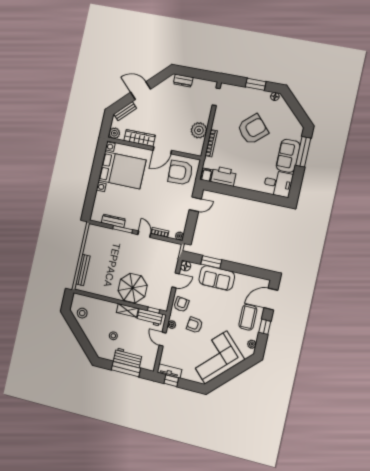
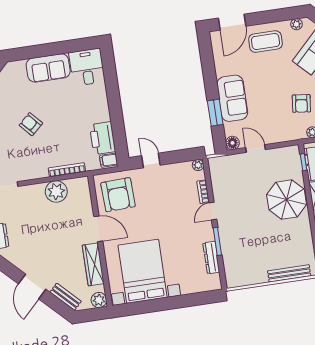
armchair: (253, 129) -> (31, 124), width x0.53, depth x0.53
window: (303, 152) -> (37, 51), removed
door: (271, 299) -> (232, 22), hinge flipped
armchair: (181, 304) -> (282, 130), removed
window: (265, 327) -> (269, 17), removed

